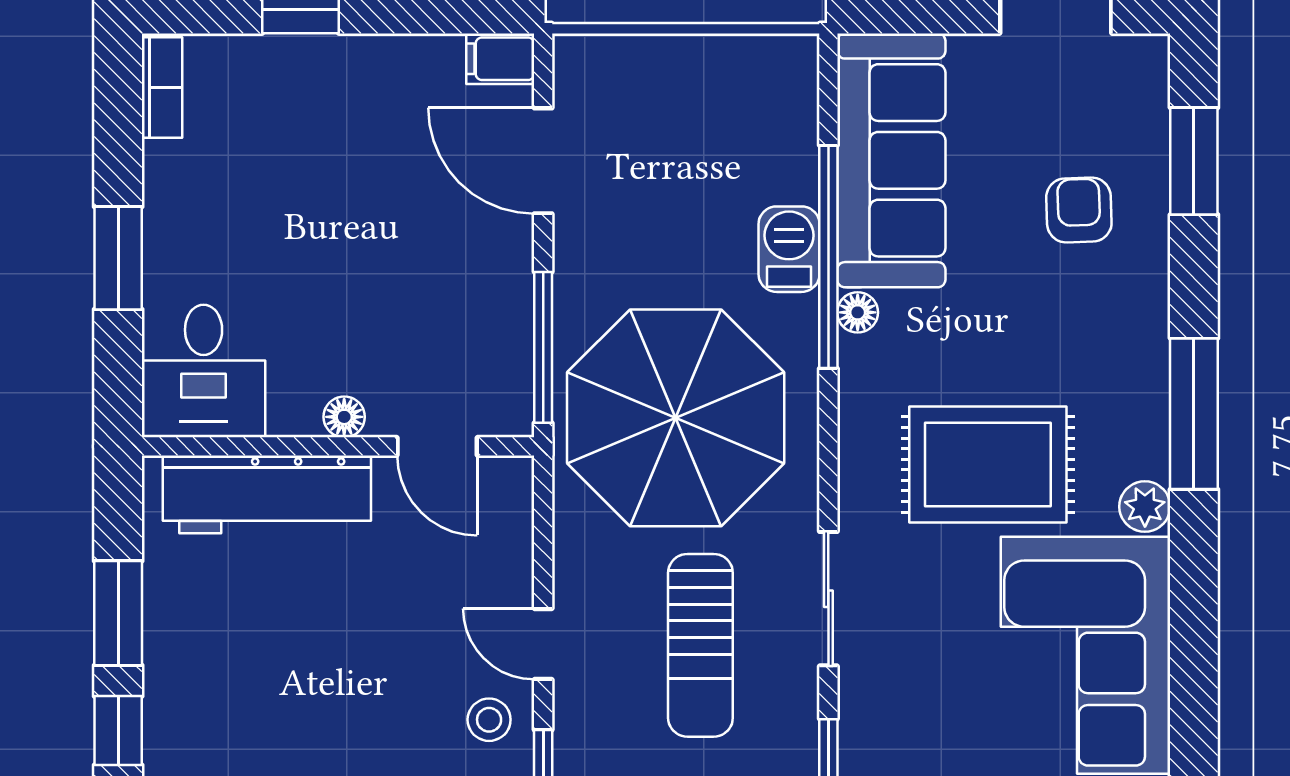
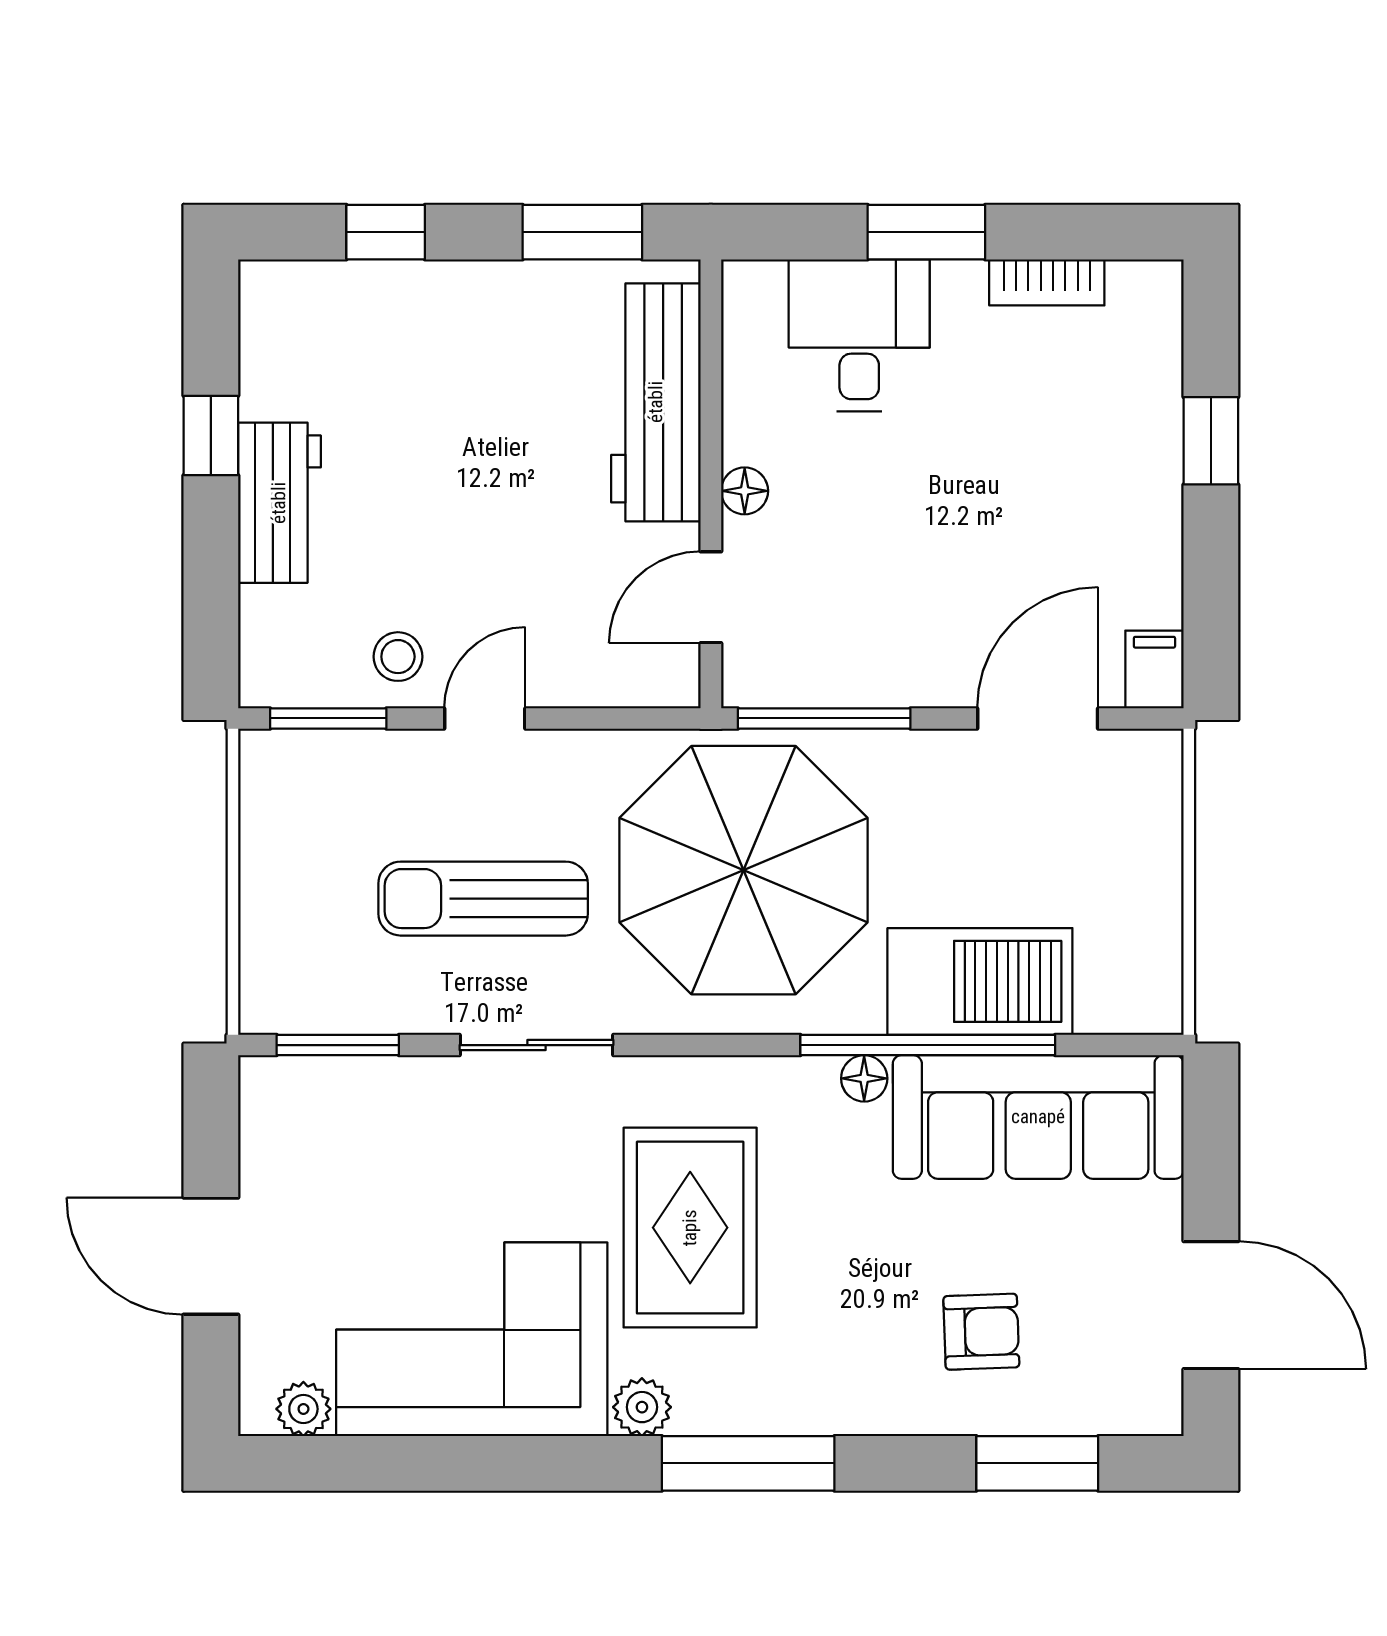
bookcase: (162, 87) -> (1047, 282), moved
barbecue: (789, 249) -> (980, 981), width x1.88, depth x1.53
desk: (204, 371) -> (859, 335), moved, turned 90
window: (118, 613) -> (582, 232), moved

